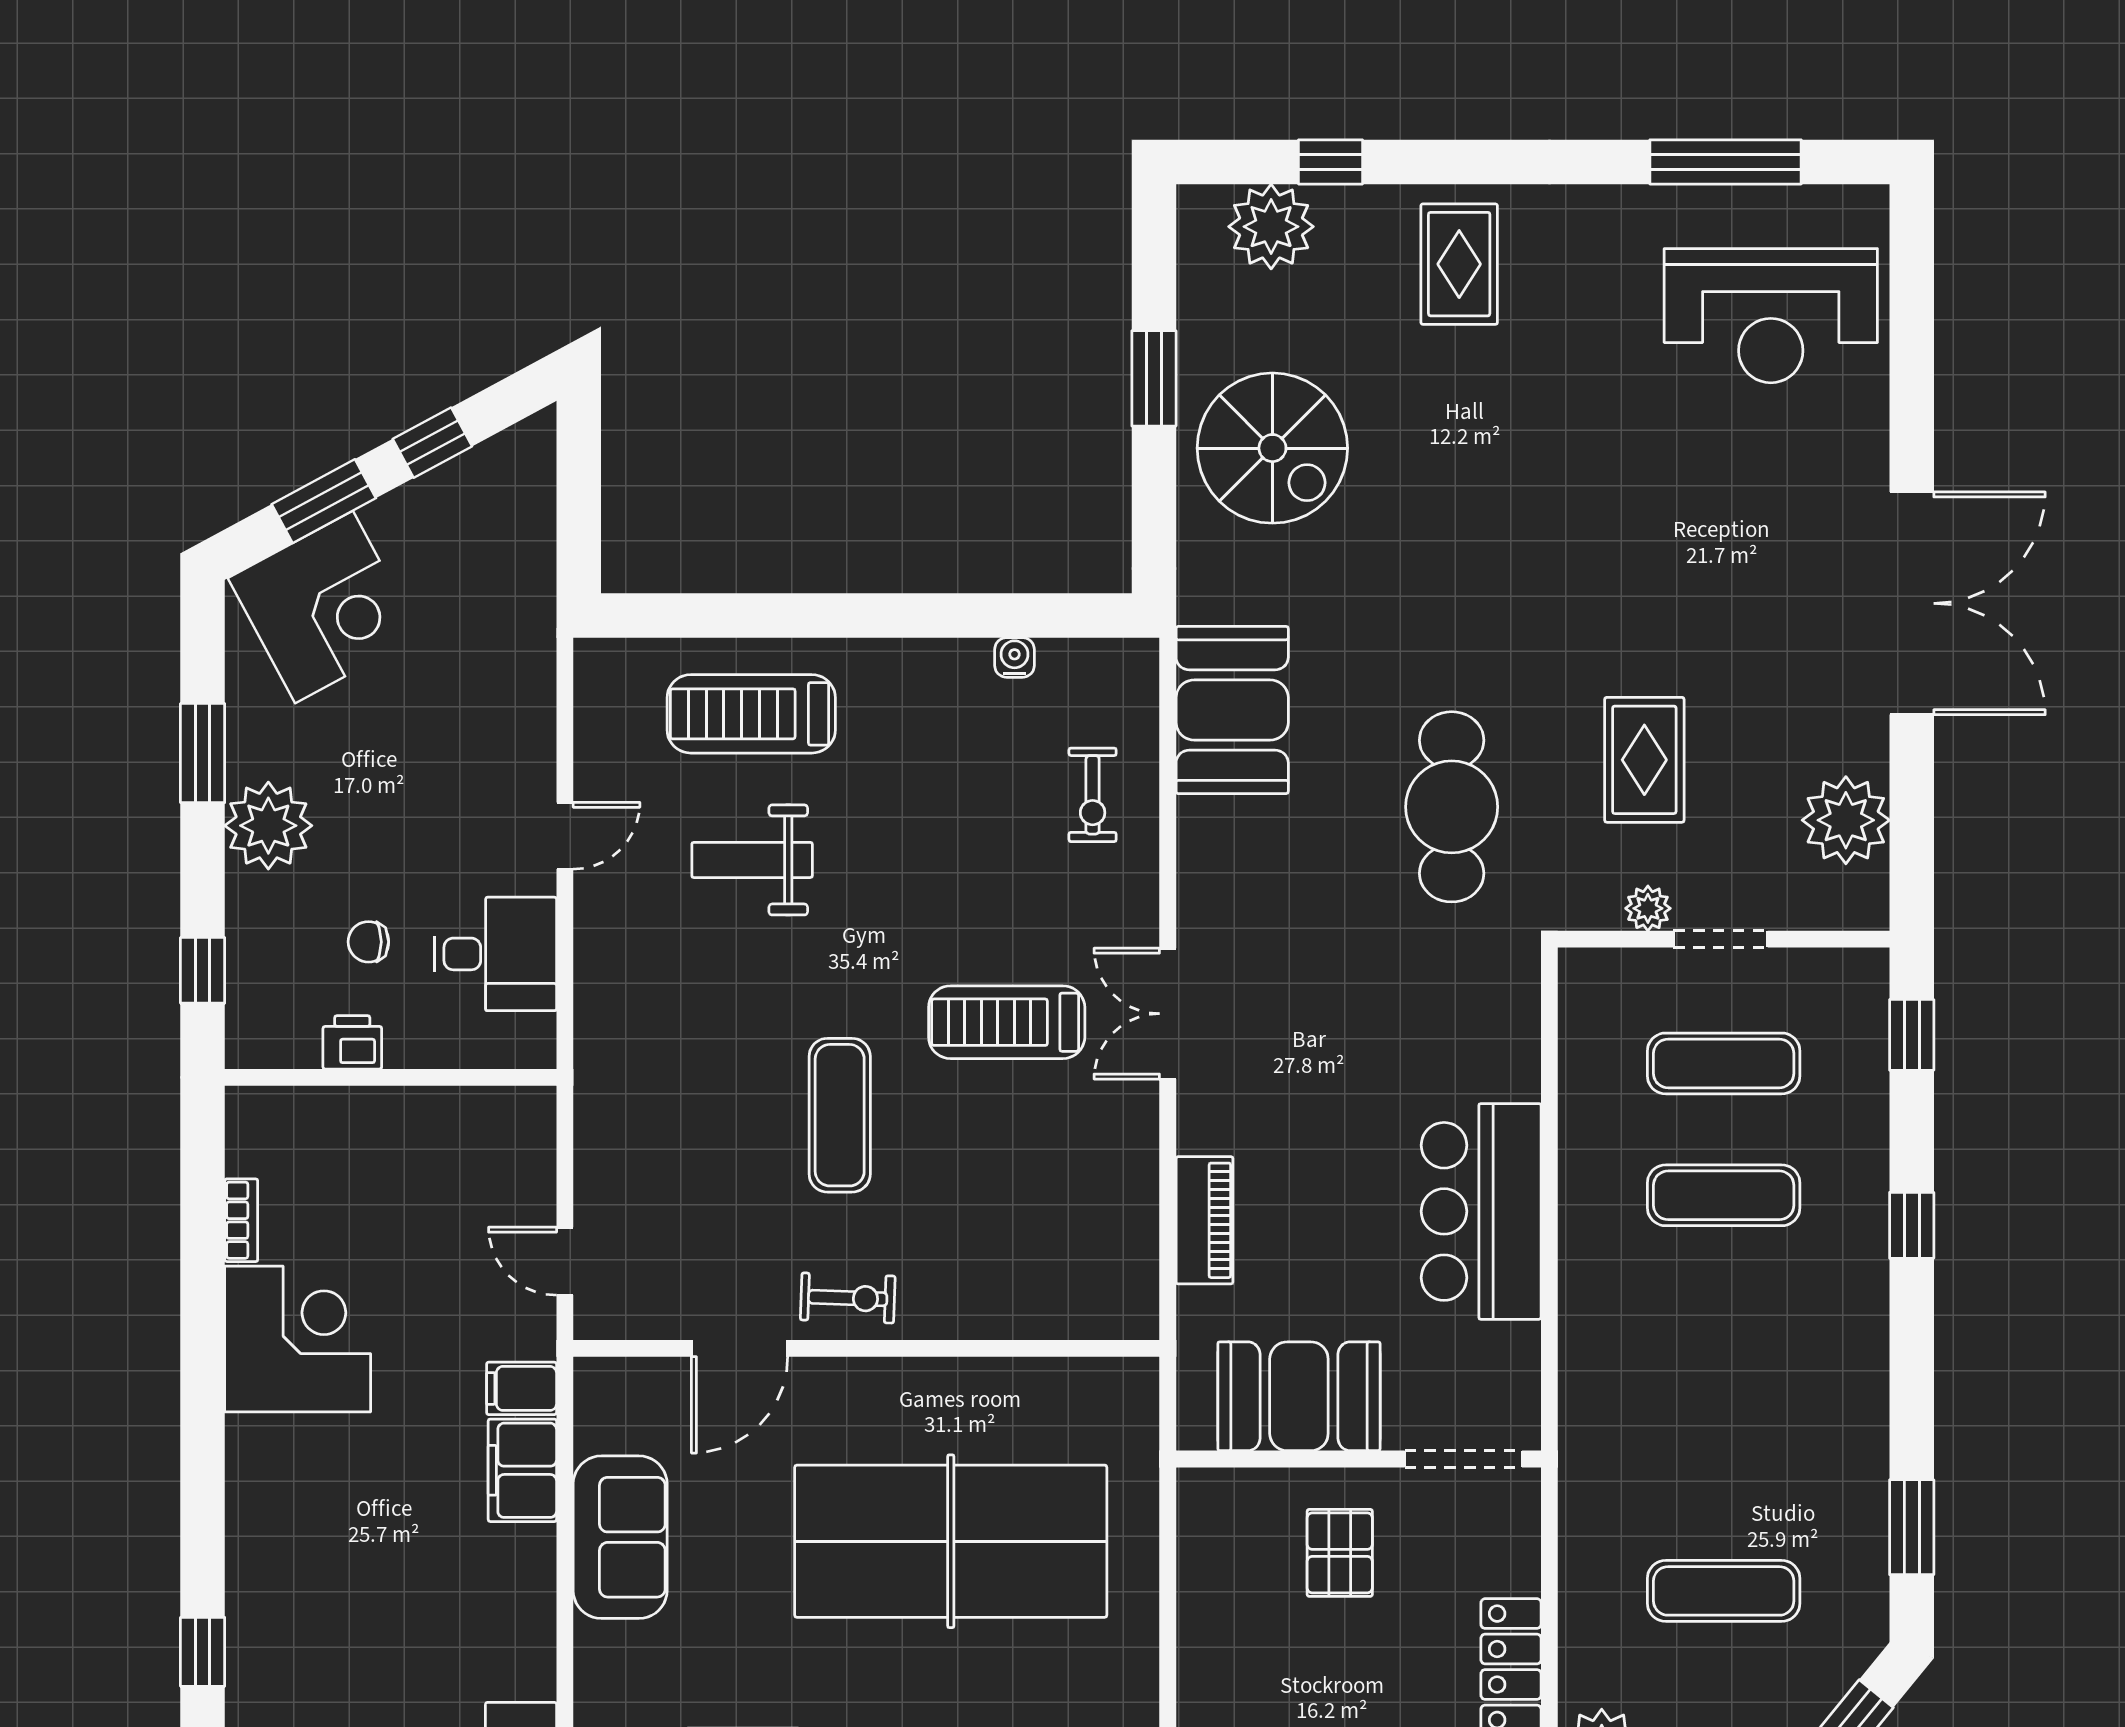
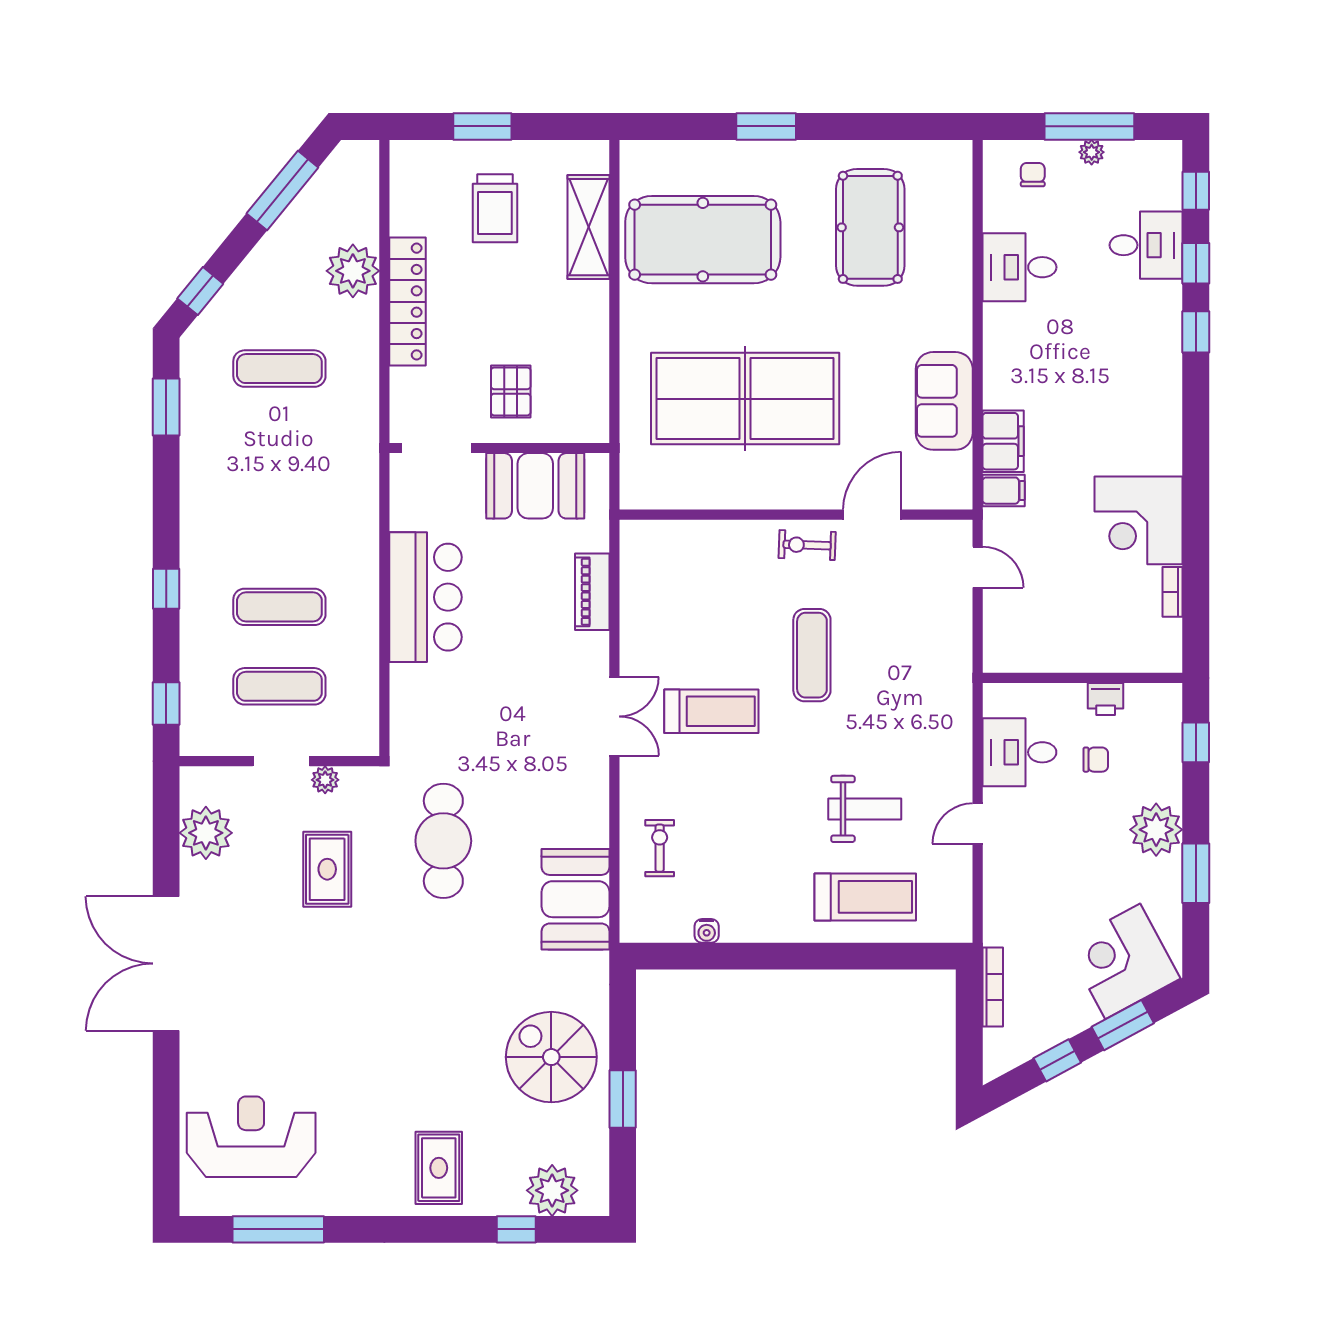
bookcase: (540, 564) -> (993, 987), added

